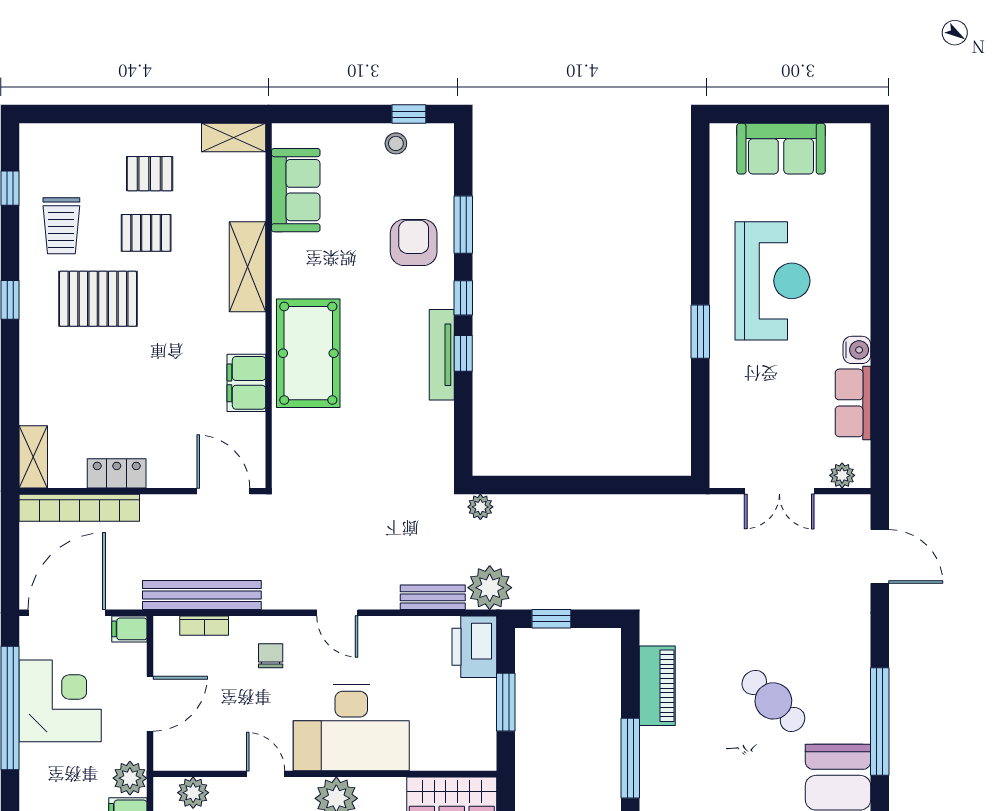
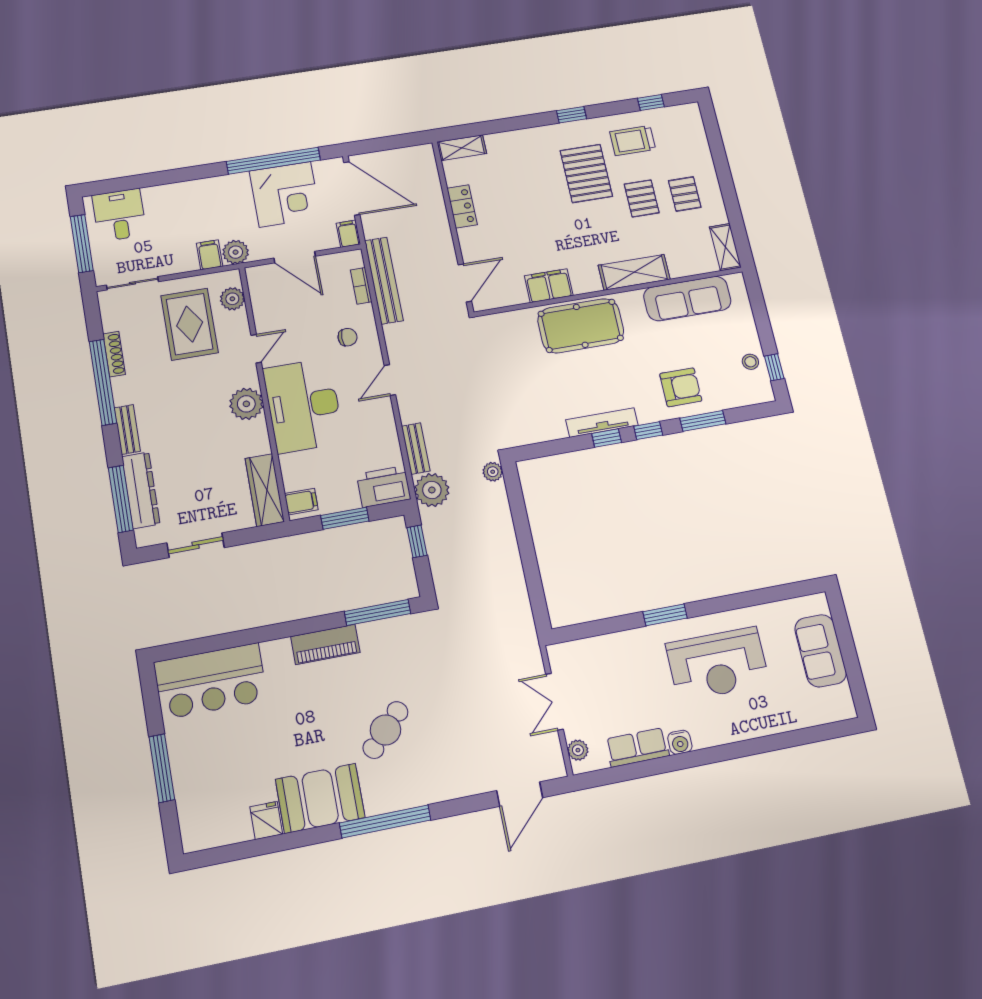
sofa: (296, 190) -> (687, 299), width x1.36
bookcase: (79, 508) -> (431, 185), removed
piano: (657, 686) -> (325, 644), moved
filing cabinet: (475, 752) -> (301, 502), added
window: (630, 758) -> (378, 612), moved

